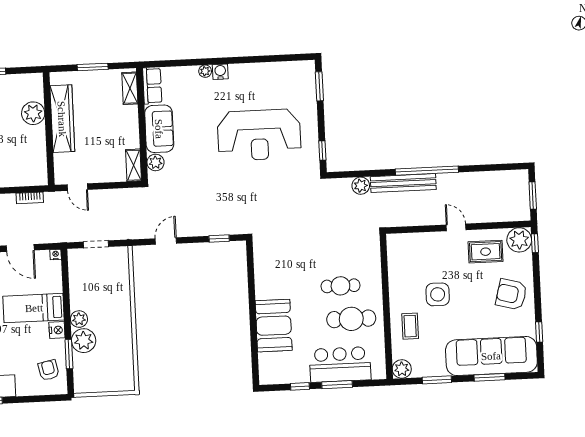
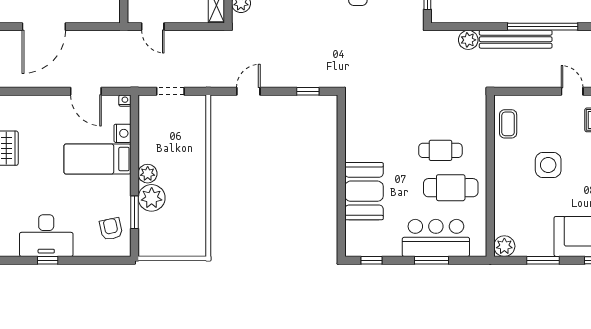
bookcase: (30, 198) -> (99, 36), removed
coffee table: (410, 326) -> (508, 124), moved
nightstand: (57, 330) -> (122, 133), moved
window: (300, 386) -> (372, 260), moved

